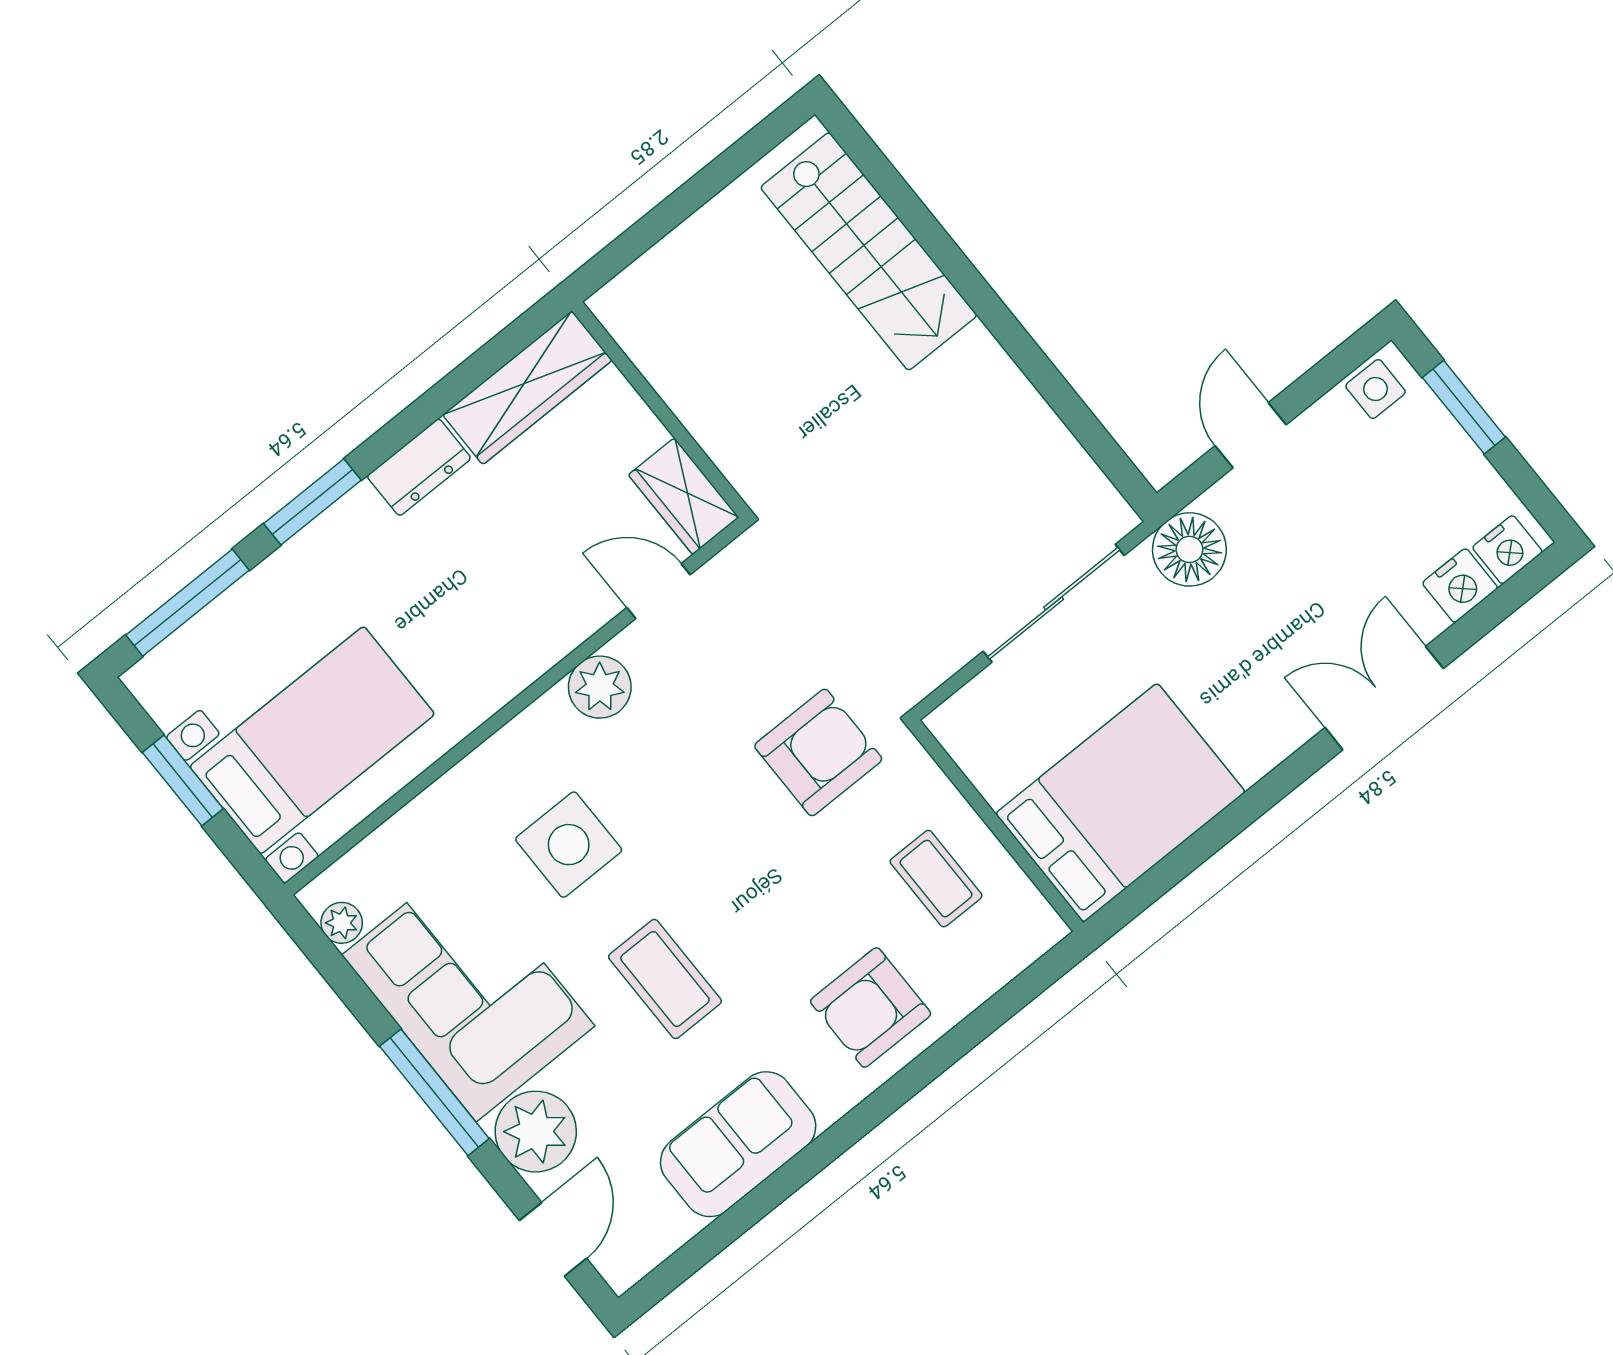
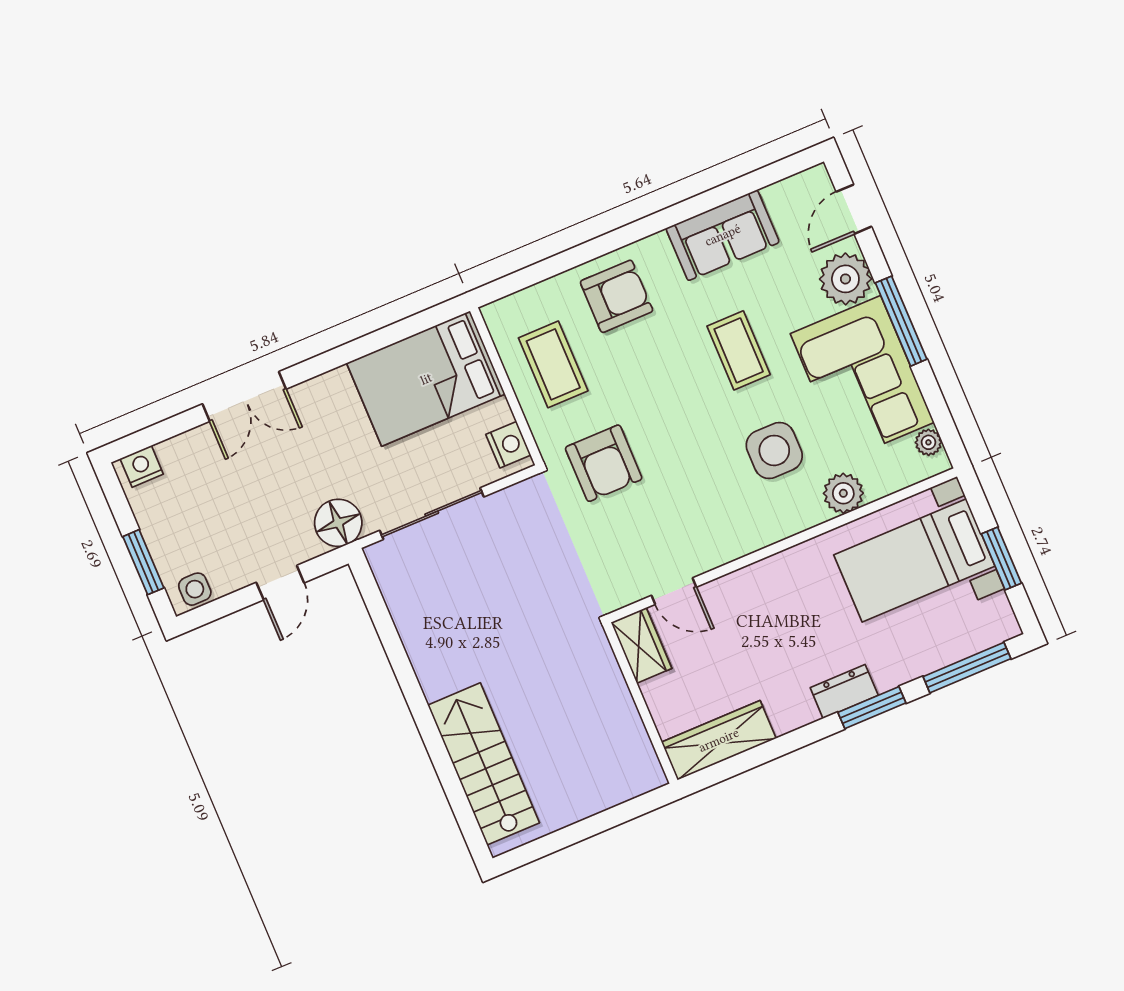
dresser: (419, 467) -> (844, 692), moved
nightstand: (1460, 586) -> (508, 445), moved, turned 90
plant: (600, 687) -> (843, 493), moved
armchair: (818, 752) -> (604, 463), turned -90
coffee table: (936, 879) -> (553, 364), width x1.36, depth x1.30

